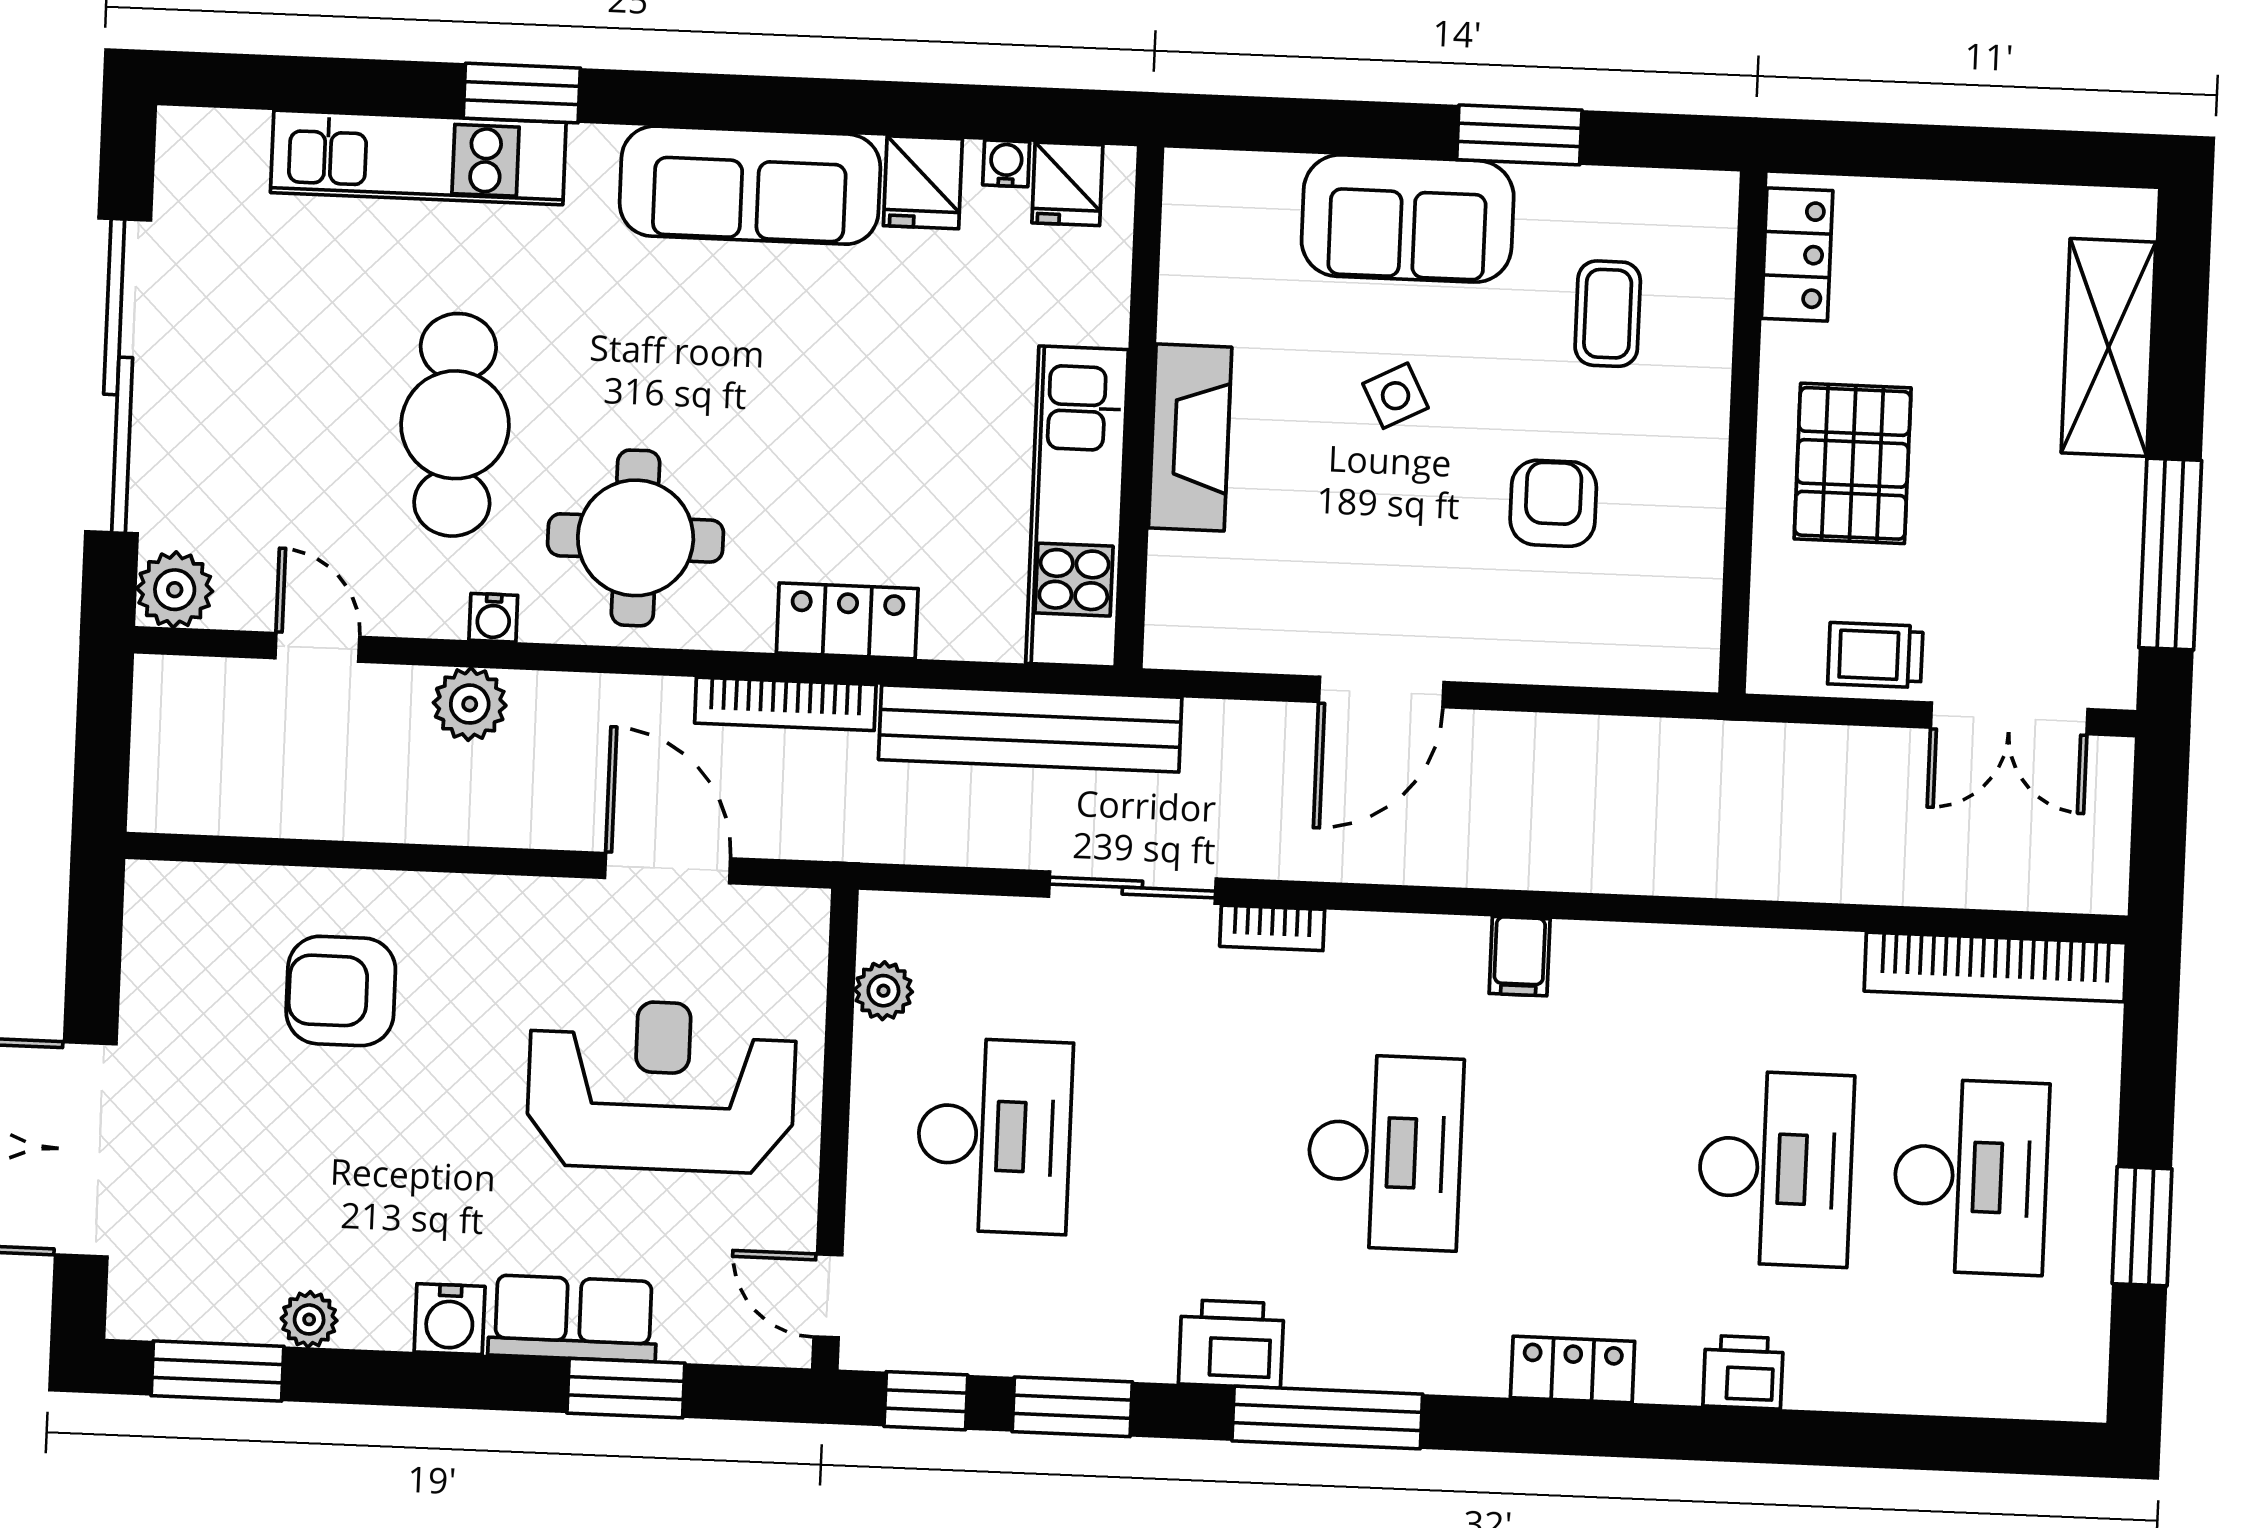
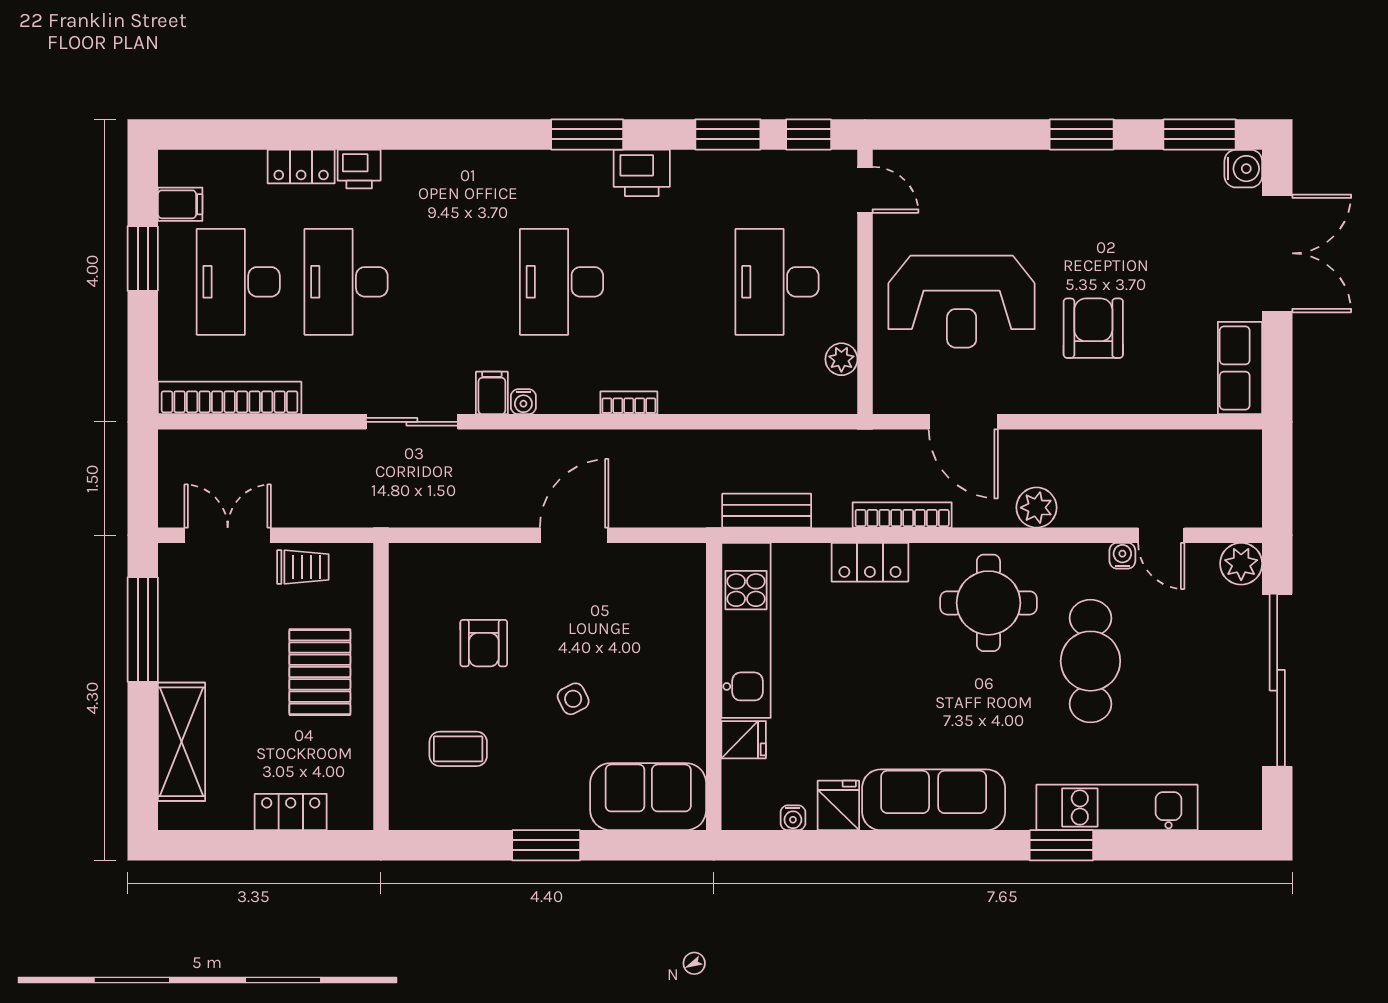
window: (1519, 135) -> (546, 845), moved
fridge: (1067, 184) -> (744, 740), moved, turned 90
sofa: (1408, 219) -> (648, 797), moved
locker: (1797, 254) -> (291, 812), moved, turned 90
coffee table: (1608, 314) -> (458, 749), turned 90
fireplace: (1190, 438) -> (685, 671), removed
water cooler: (493, 618) -> (1122, 556), moved
plant: (470, 704) -> (1036, 508), moved
bench: (1030, 728) -> (767, 511), width x0.54, depth x0.82
sliding door: (1132, 888) -> (412, 422), moved
water cooler: (1463, 938) -> (523, 402), added
armchair: (341, 991) -> (1093, 328), moved, turned -90
row of seats: (573, 1318) -> (1240, 368), moved, turned 90
plant: (309, 1319) -> (1150, 165), removed
water cooler: (450, 1319) -> (1243, 169), moved, turned 90
filing cabinet: (2070, 1322) -> (180, 204), added
locker: (1573, 1370) -> (301, 166), moved
window: (626, 1388) -> (1082, 134), moved
window: (1327, 1418) -> (587, 134), width x0.69

